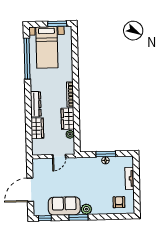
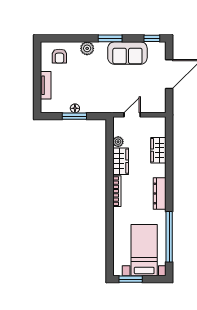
dresser: (36, 104) -> (160, 194), moved
plant: (86, 209) -> (87, 48), moved

